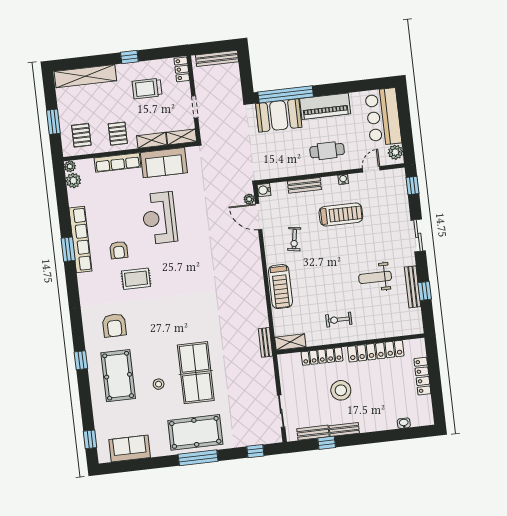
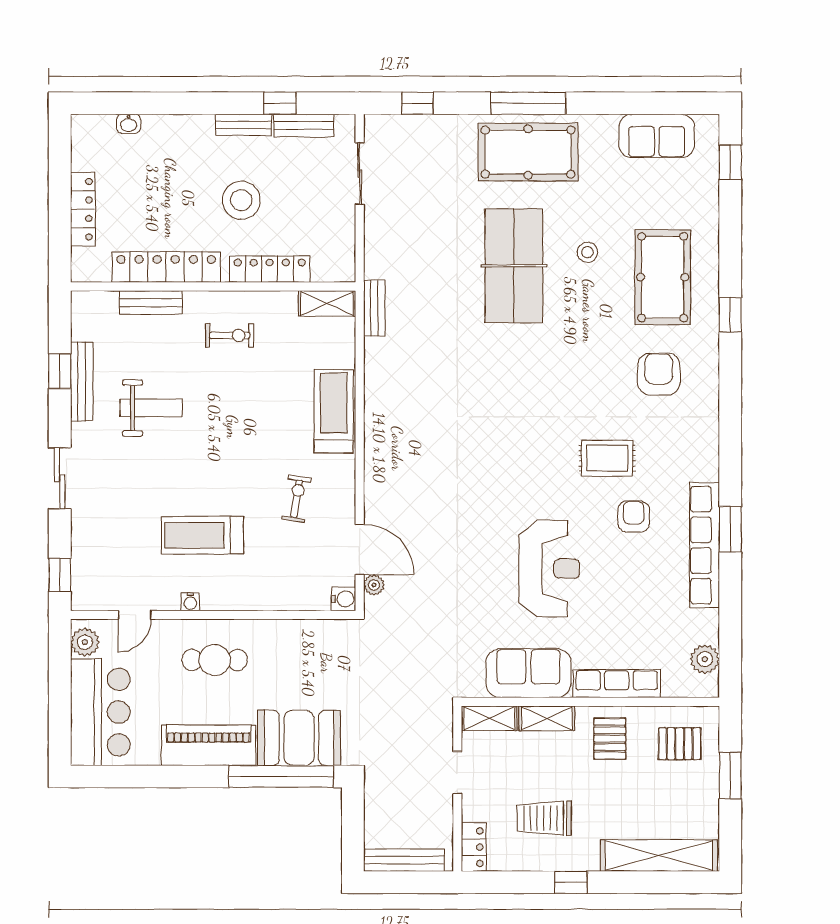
trolley: (147, 89) -> (544, 818), turned 180
pallet: (81, 135) -> (680, 744), turned 90
plant: (70, 166) -> (708, 687), removed
bench: (304, 185) -> (151, 303), moved

